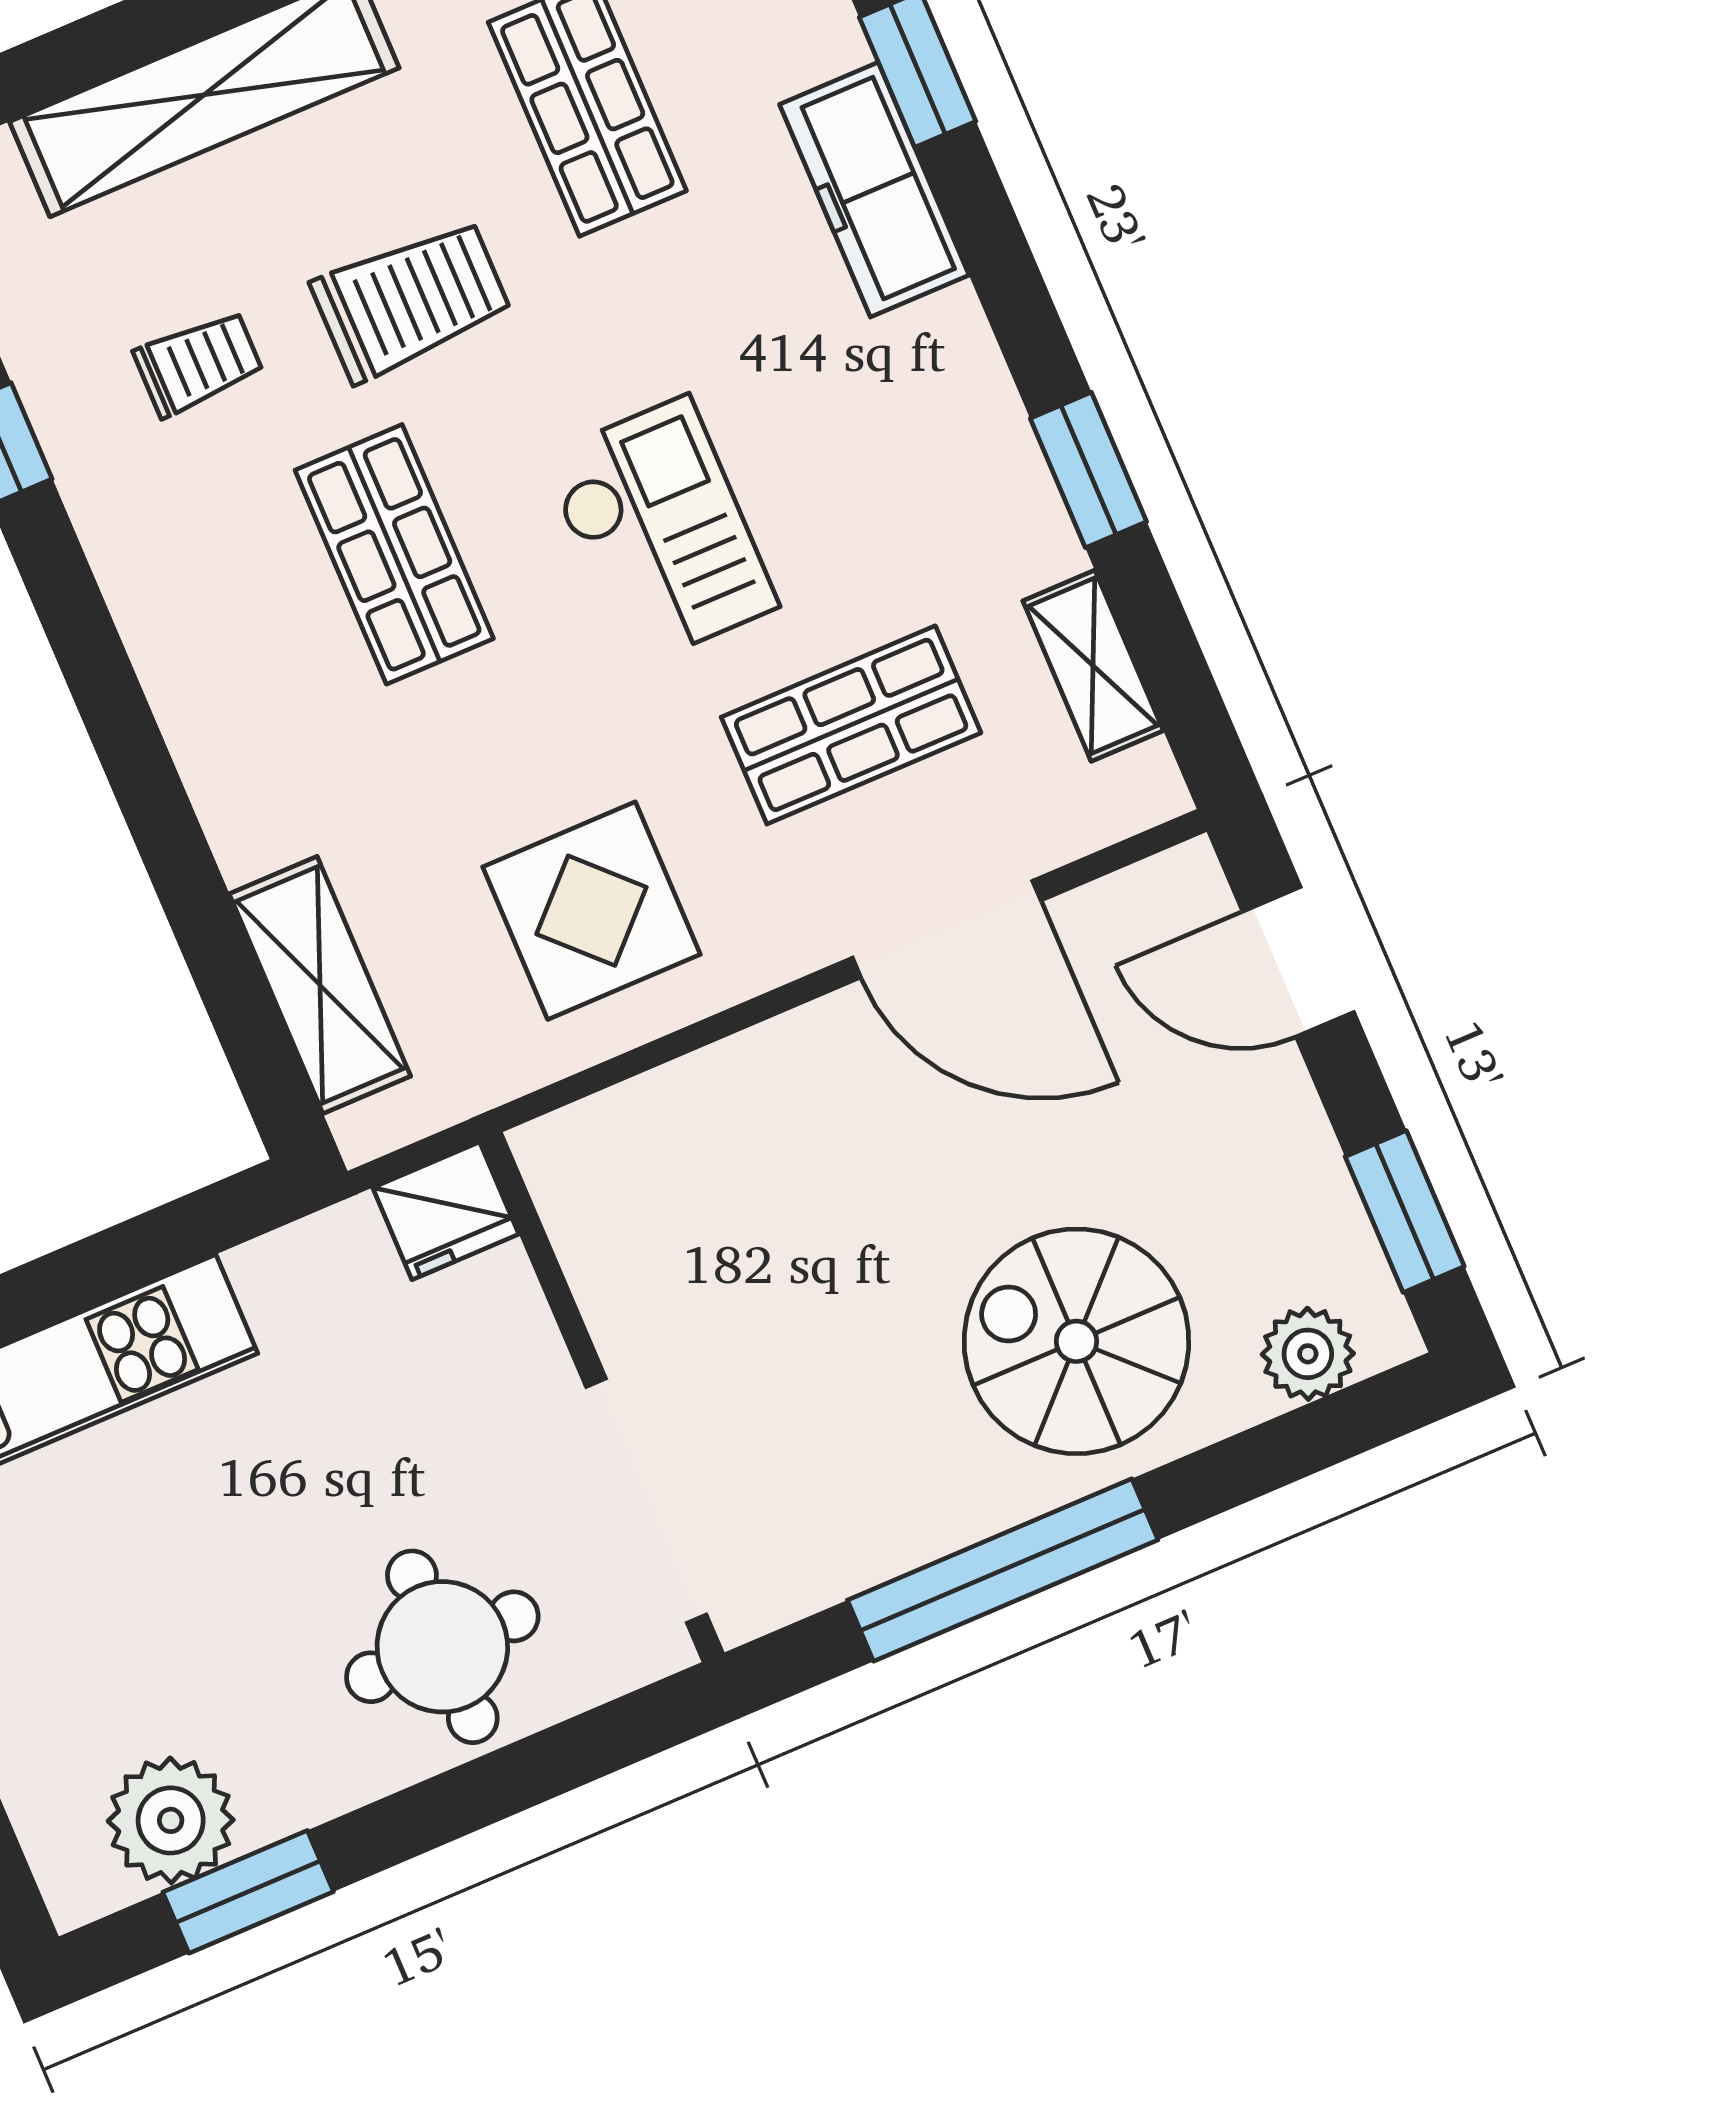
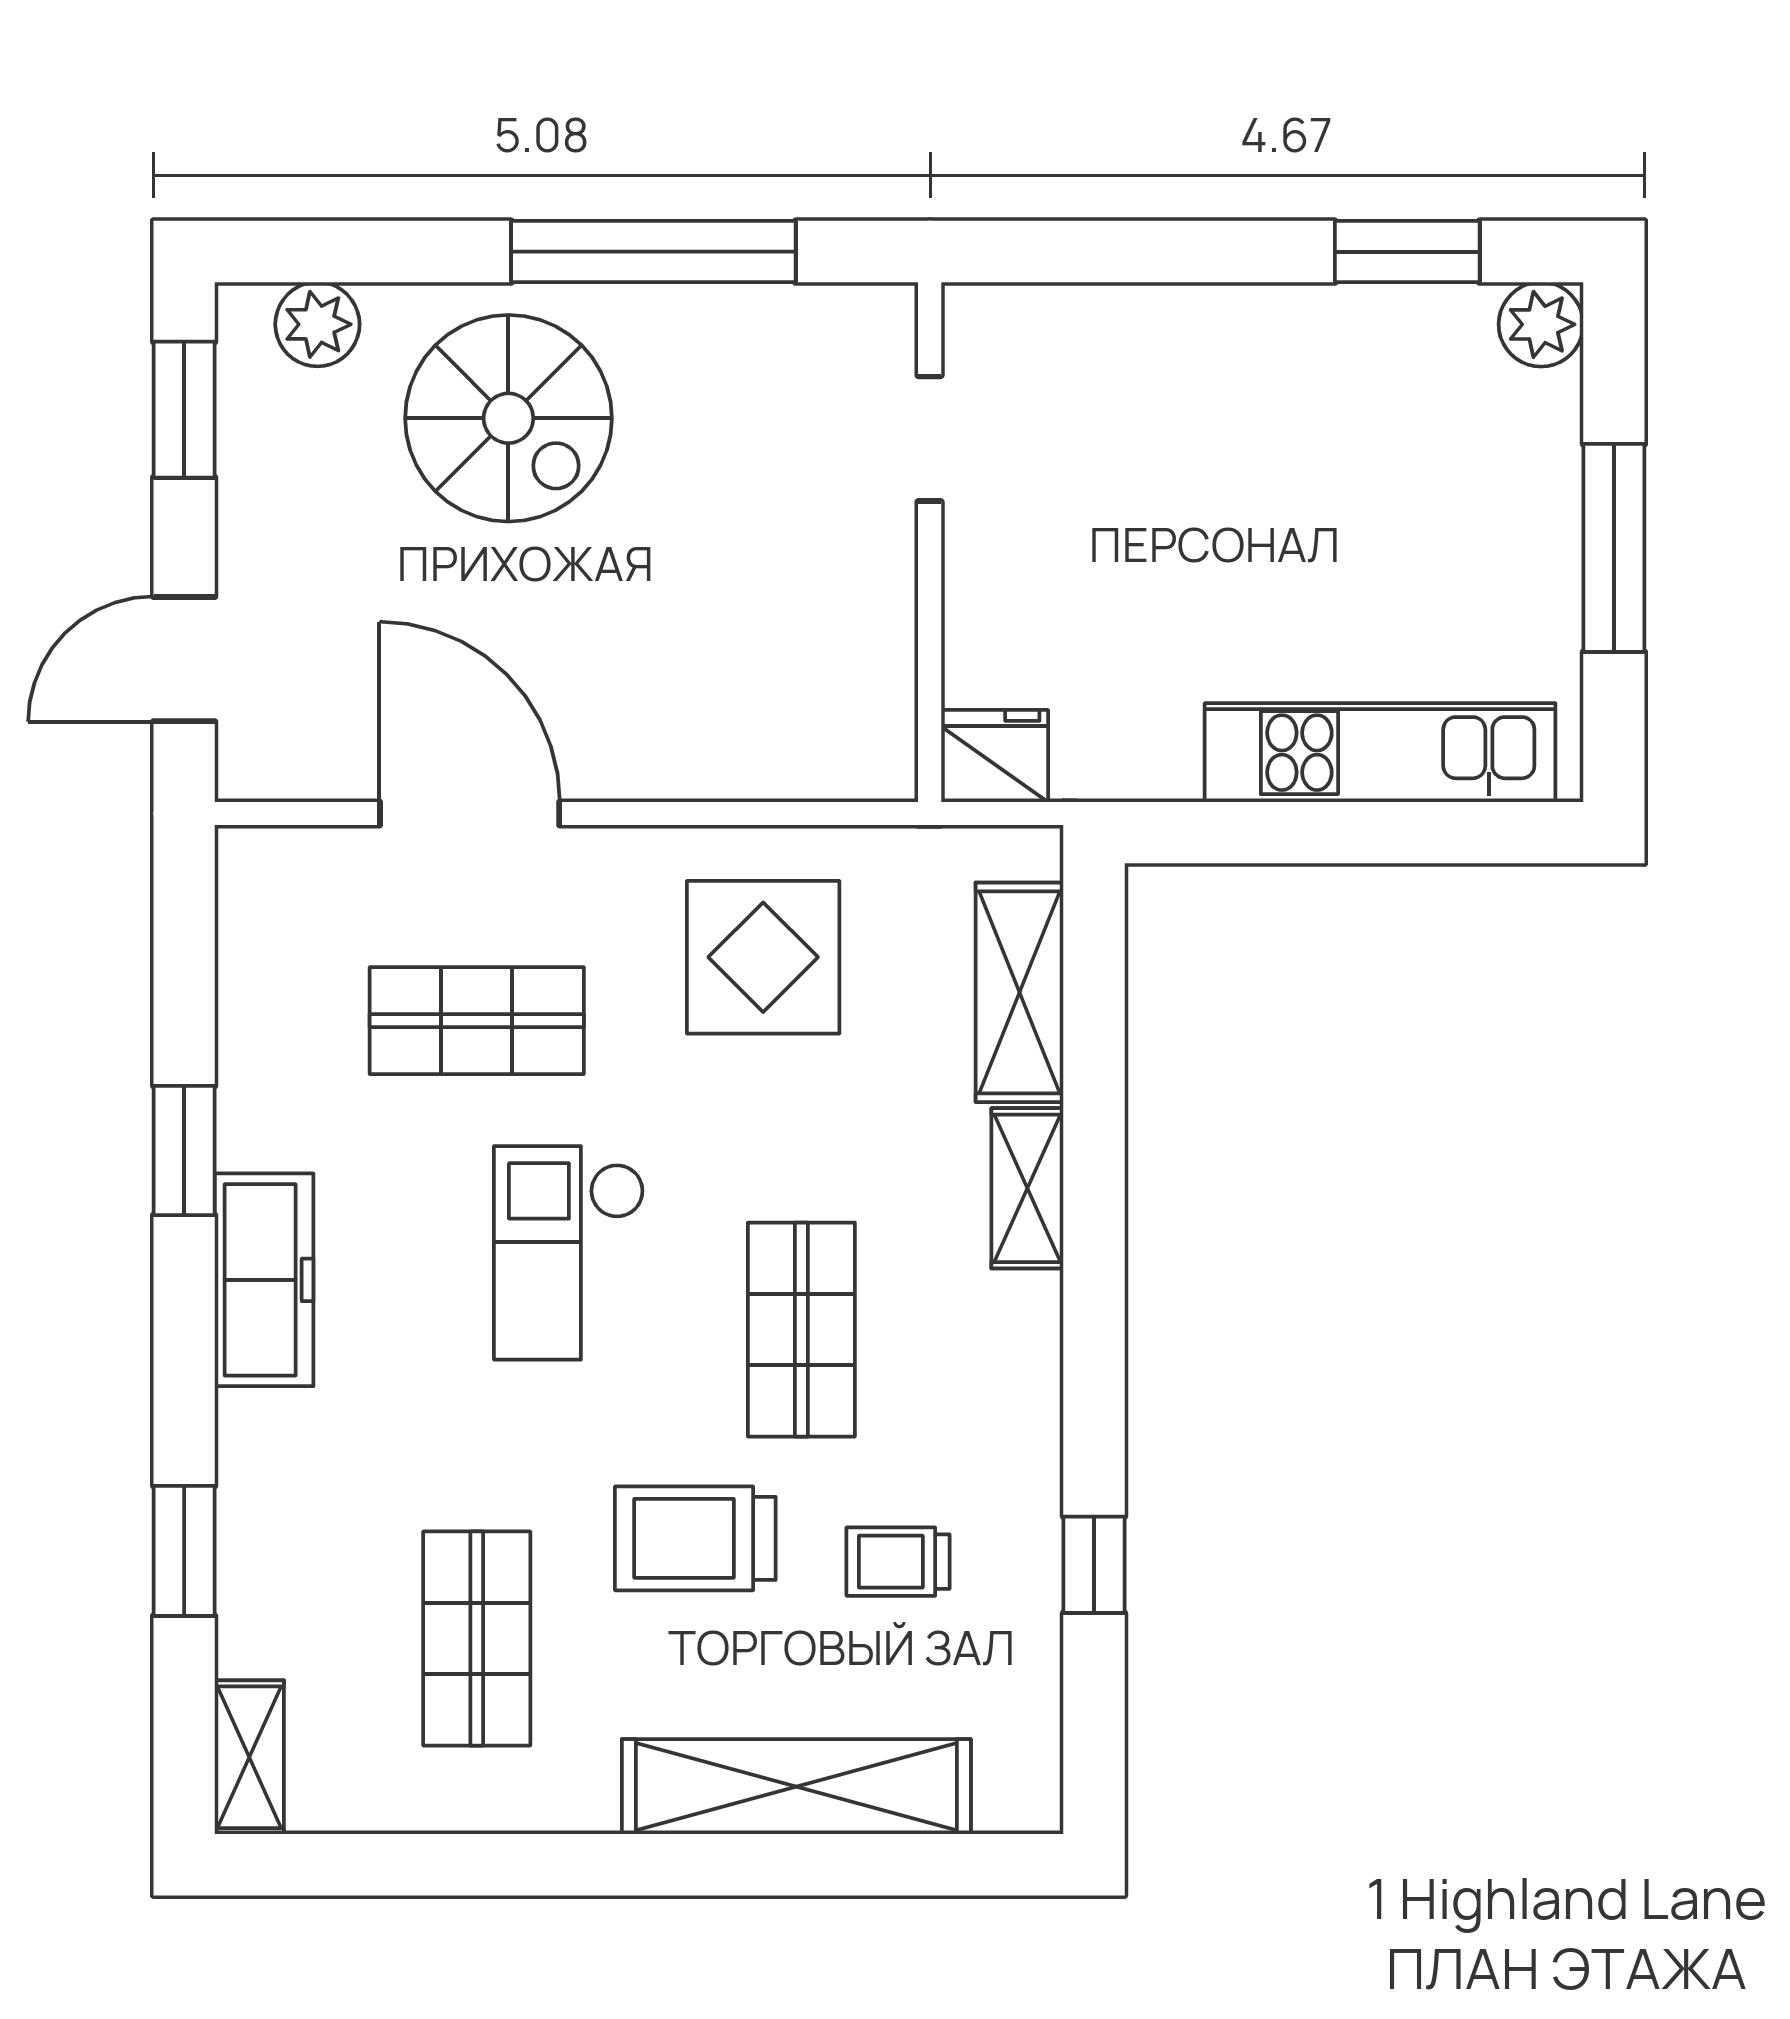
freezer: (874, 190) -> (264, 1280), moved
shelving: (1093, 666) -> (1027, 1188), moved
door: (1298, 962) -> (184, 659), swing flipped
doorway: (646, 1501) -> (930, 439), width x0.53
round table: (442, 1647) -> (1155, 389), removed
plant: (171, 1820) -> (1541, 324), moved, width x0.73, depth x0.73

